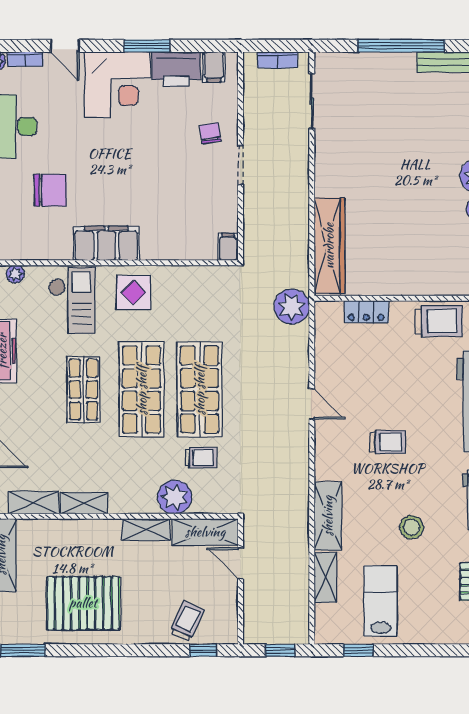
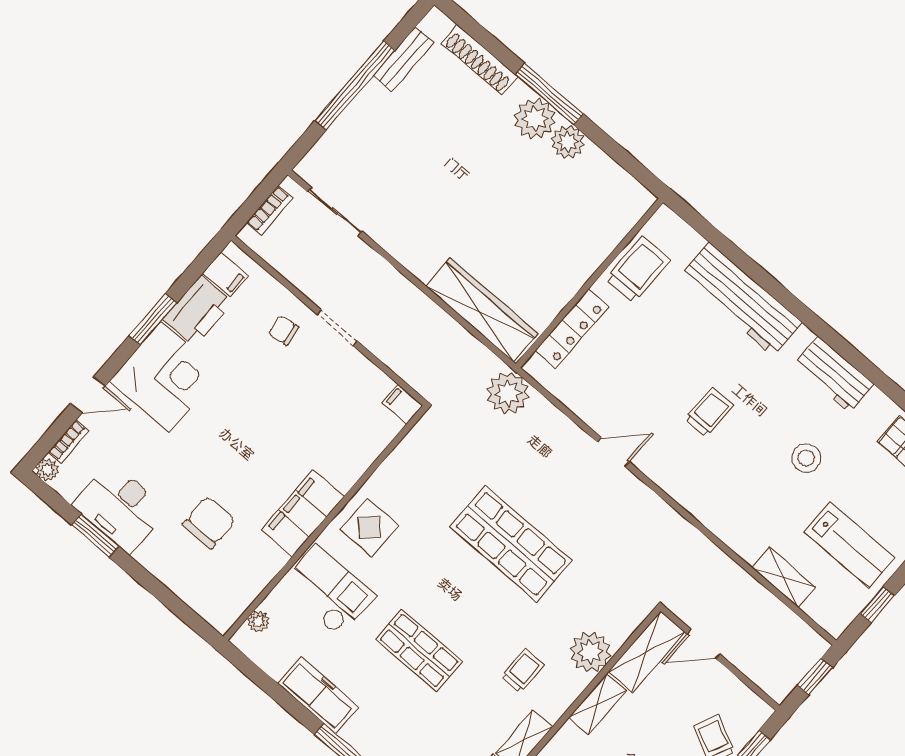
locker: (366, 312) -> (572, 329), width x1.53
shop shelf: (142, 390) -> (465, 597), removed
trolley: (201, 457) -> (523, 671), moved
shelving: (328, 516) -> (729, 526), removed
lab bench: (381, 601) -> (849, 545), turned 180

